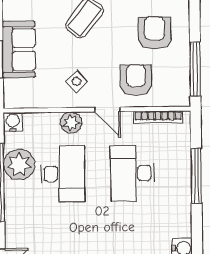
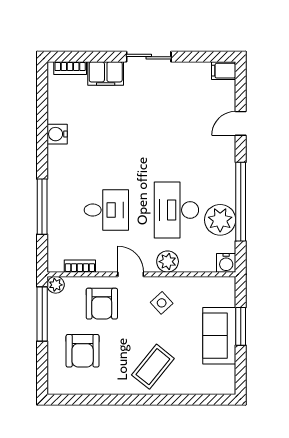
plant: (182, 98) -> (56, 285), added
bookcase: (158, 117) -> (80, 266), width x0.64
desk: (132, 173) -> (106, 210), width x0.73

